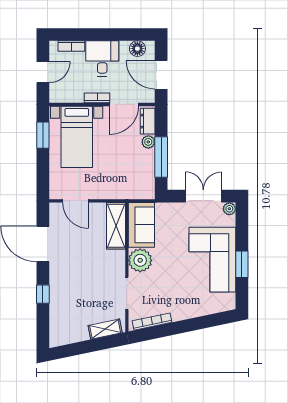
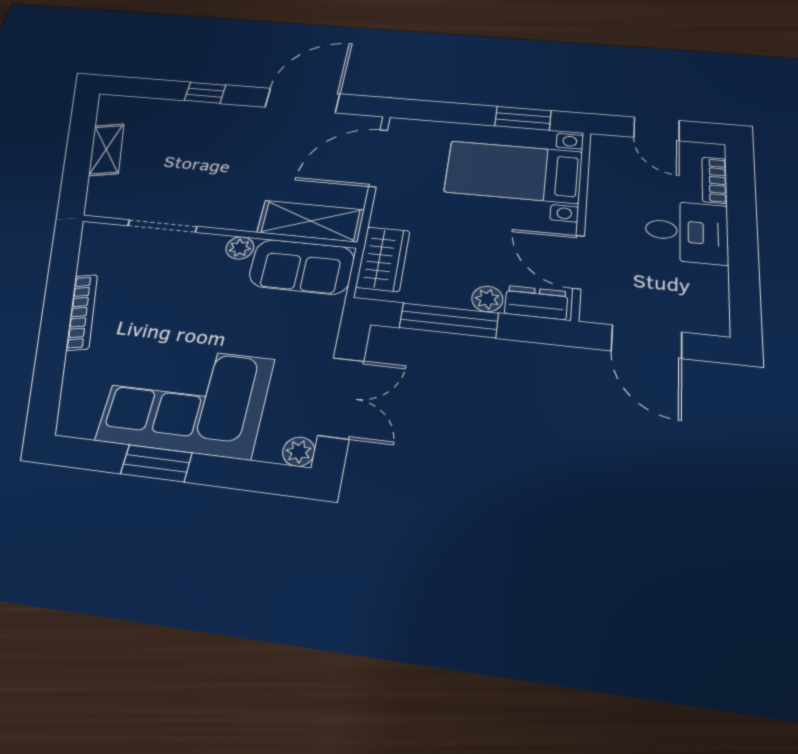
floor lamp: (137, 49) -> (711, 300), removed
door: (161, 75) -> (646, 341), swing flipped
bookcase: (97, 98) -> (597, 214), removed
wardrobe: (133, 190) -> (383, 259), added
door: (75, 201) -> (378, 158), width x1.36
plant: (140, 260) -> (240, 248), width x0.53, depth x0.53
bookcase: (152, 322) -> (82, 312), moved
shelving: (105, 329) -> (106, 150), moved

